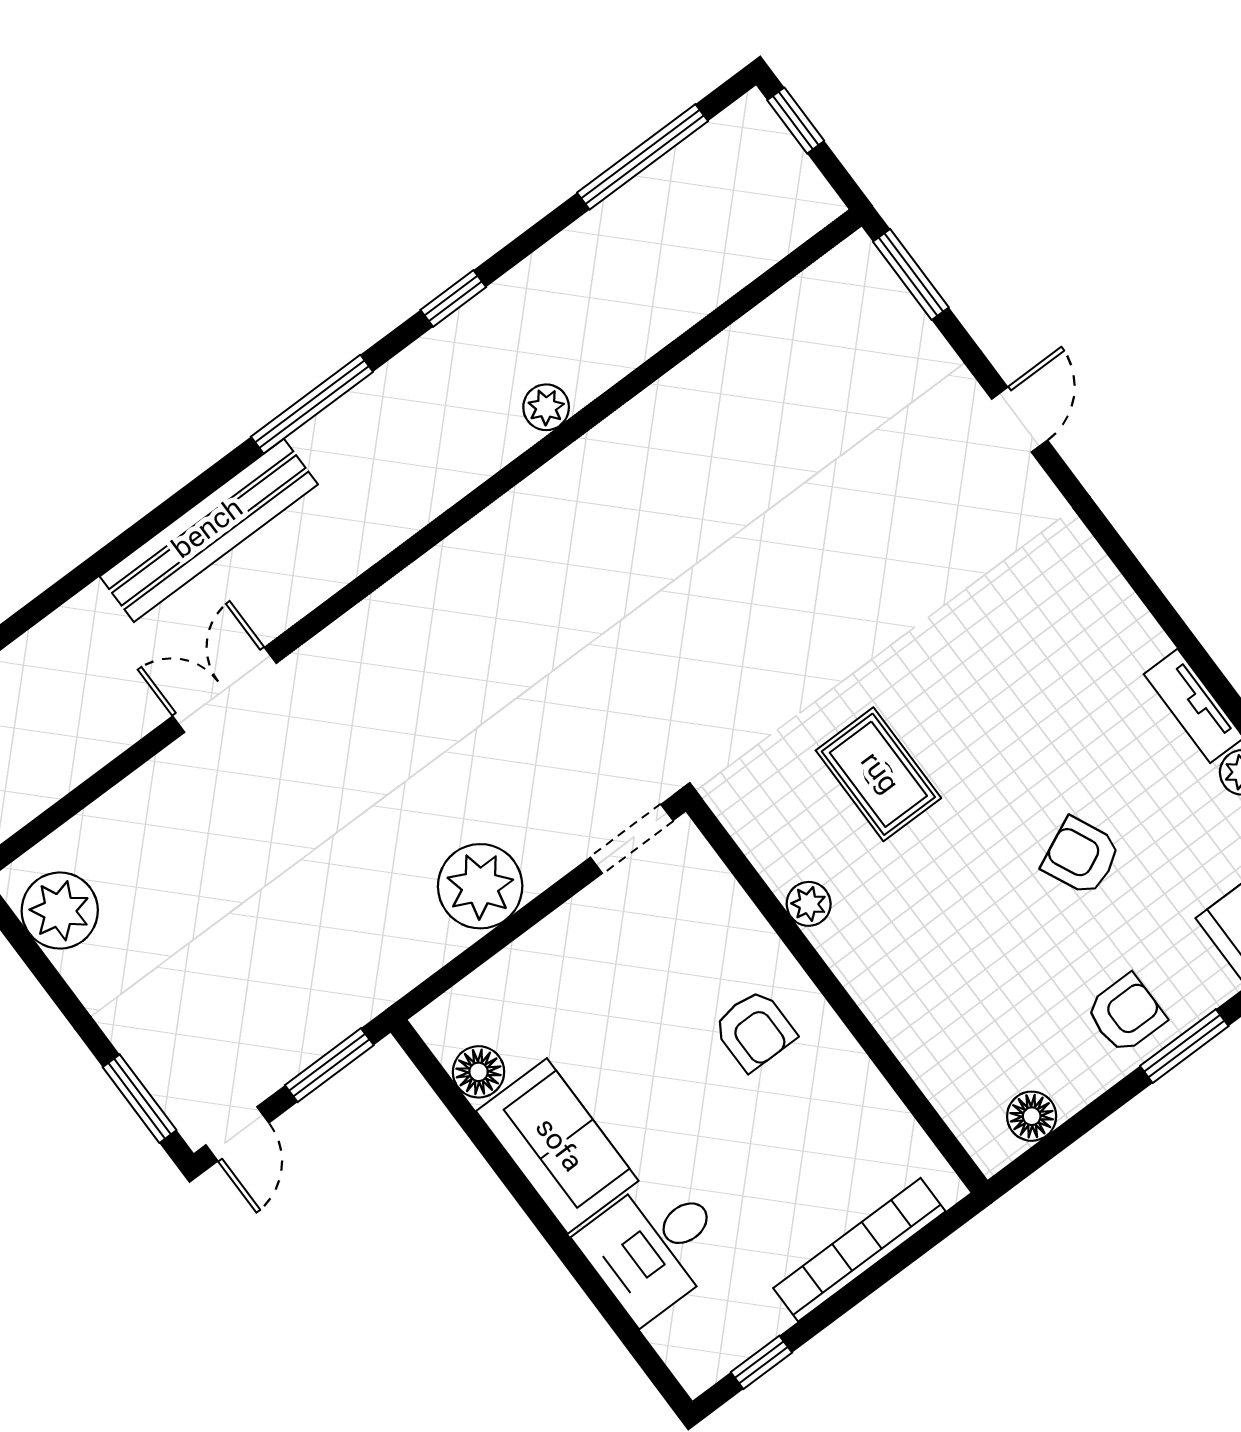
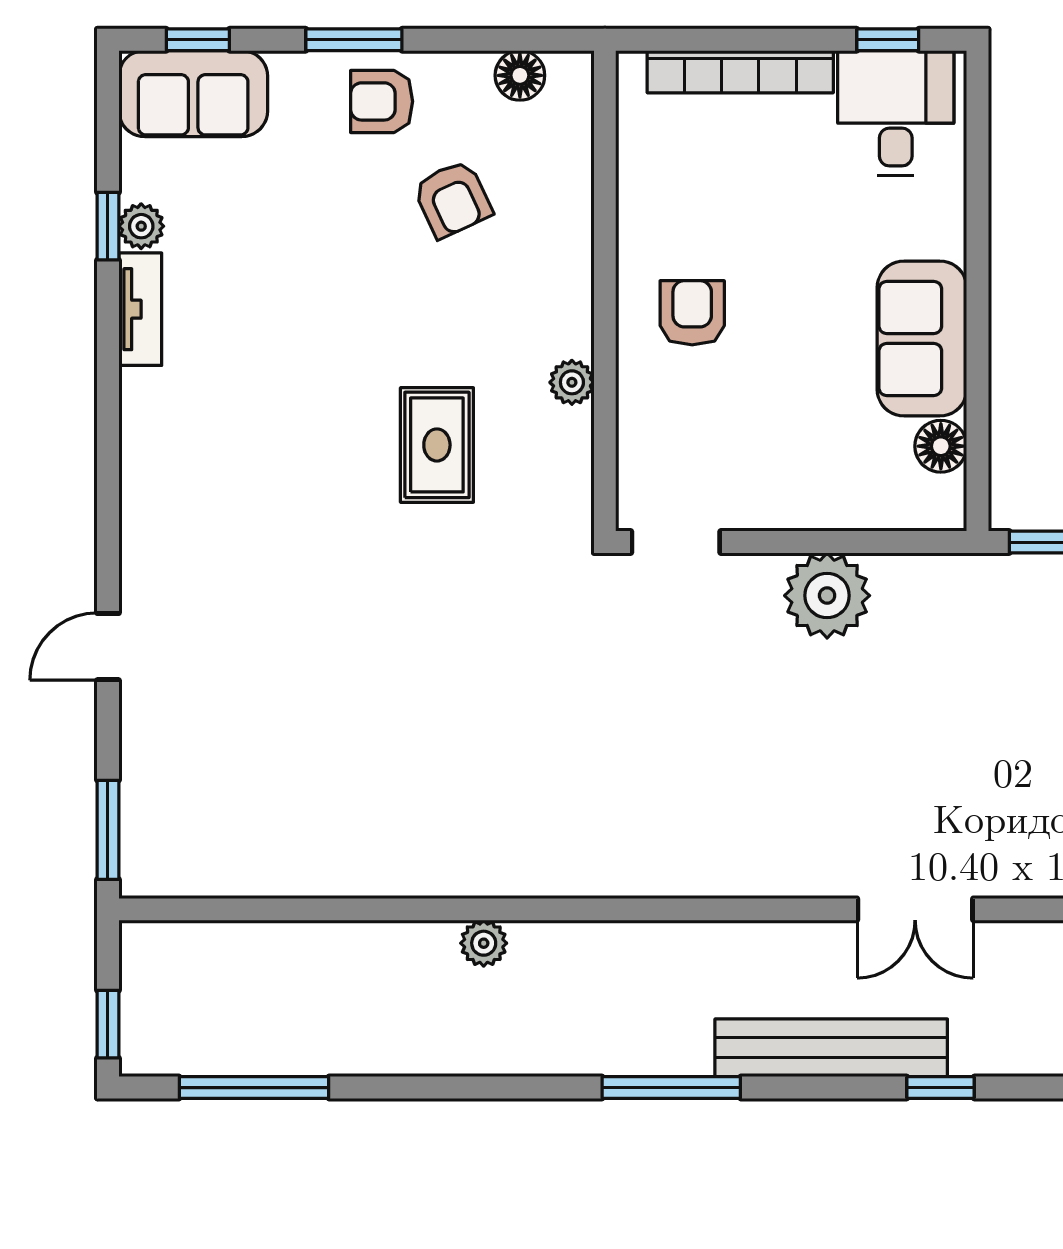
window: (453, 298) -> (940, 1088), moved
armchair: (1081, 856) -> (453, 199), moved
desk: (654, 1246) -> (896, 113), moved, turned -90

